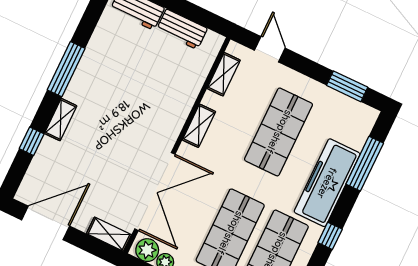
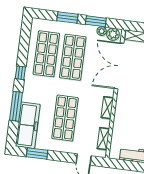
window: (365, 164) -> (16, 106), moved
freezer: (327, 183) -> (28, 125), moved

